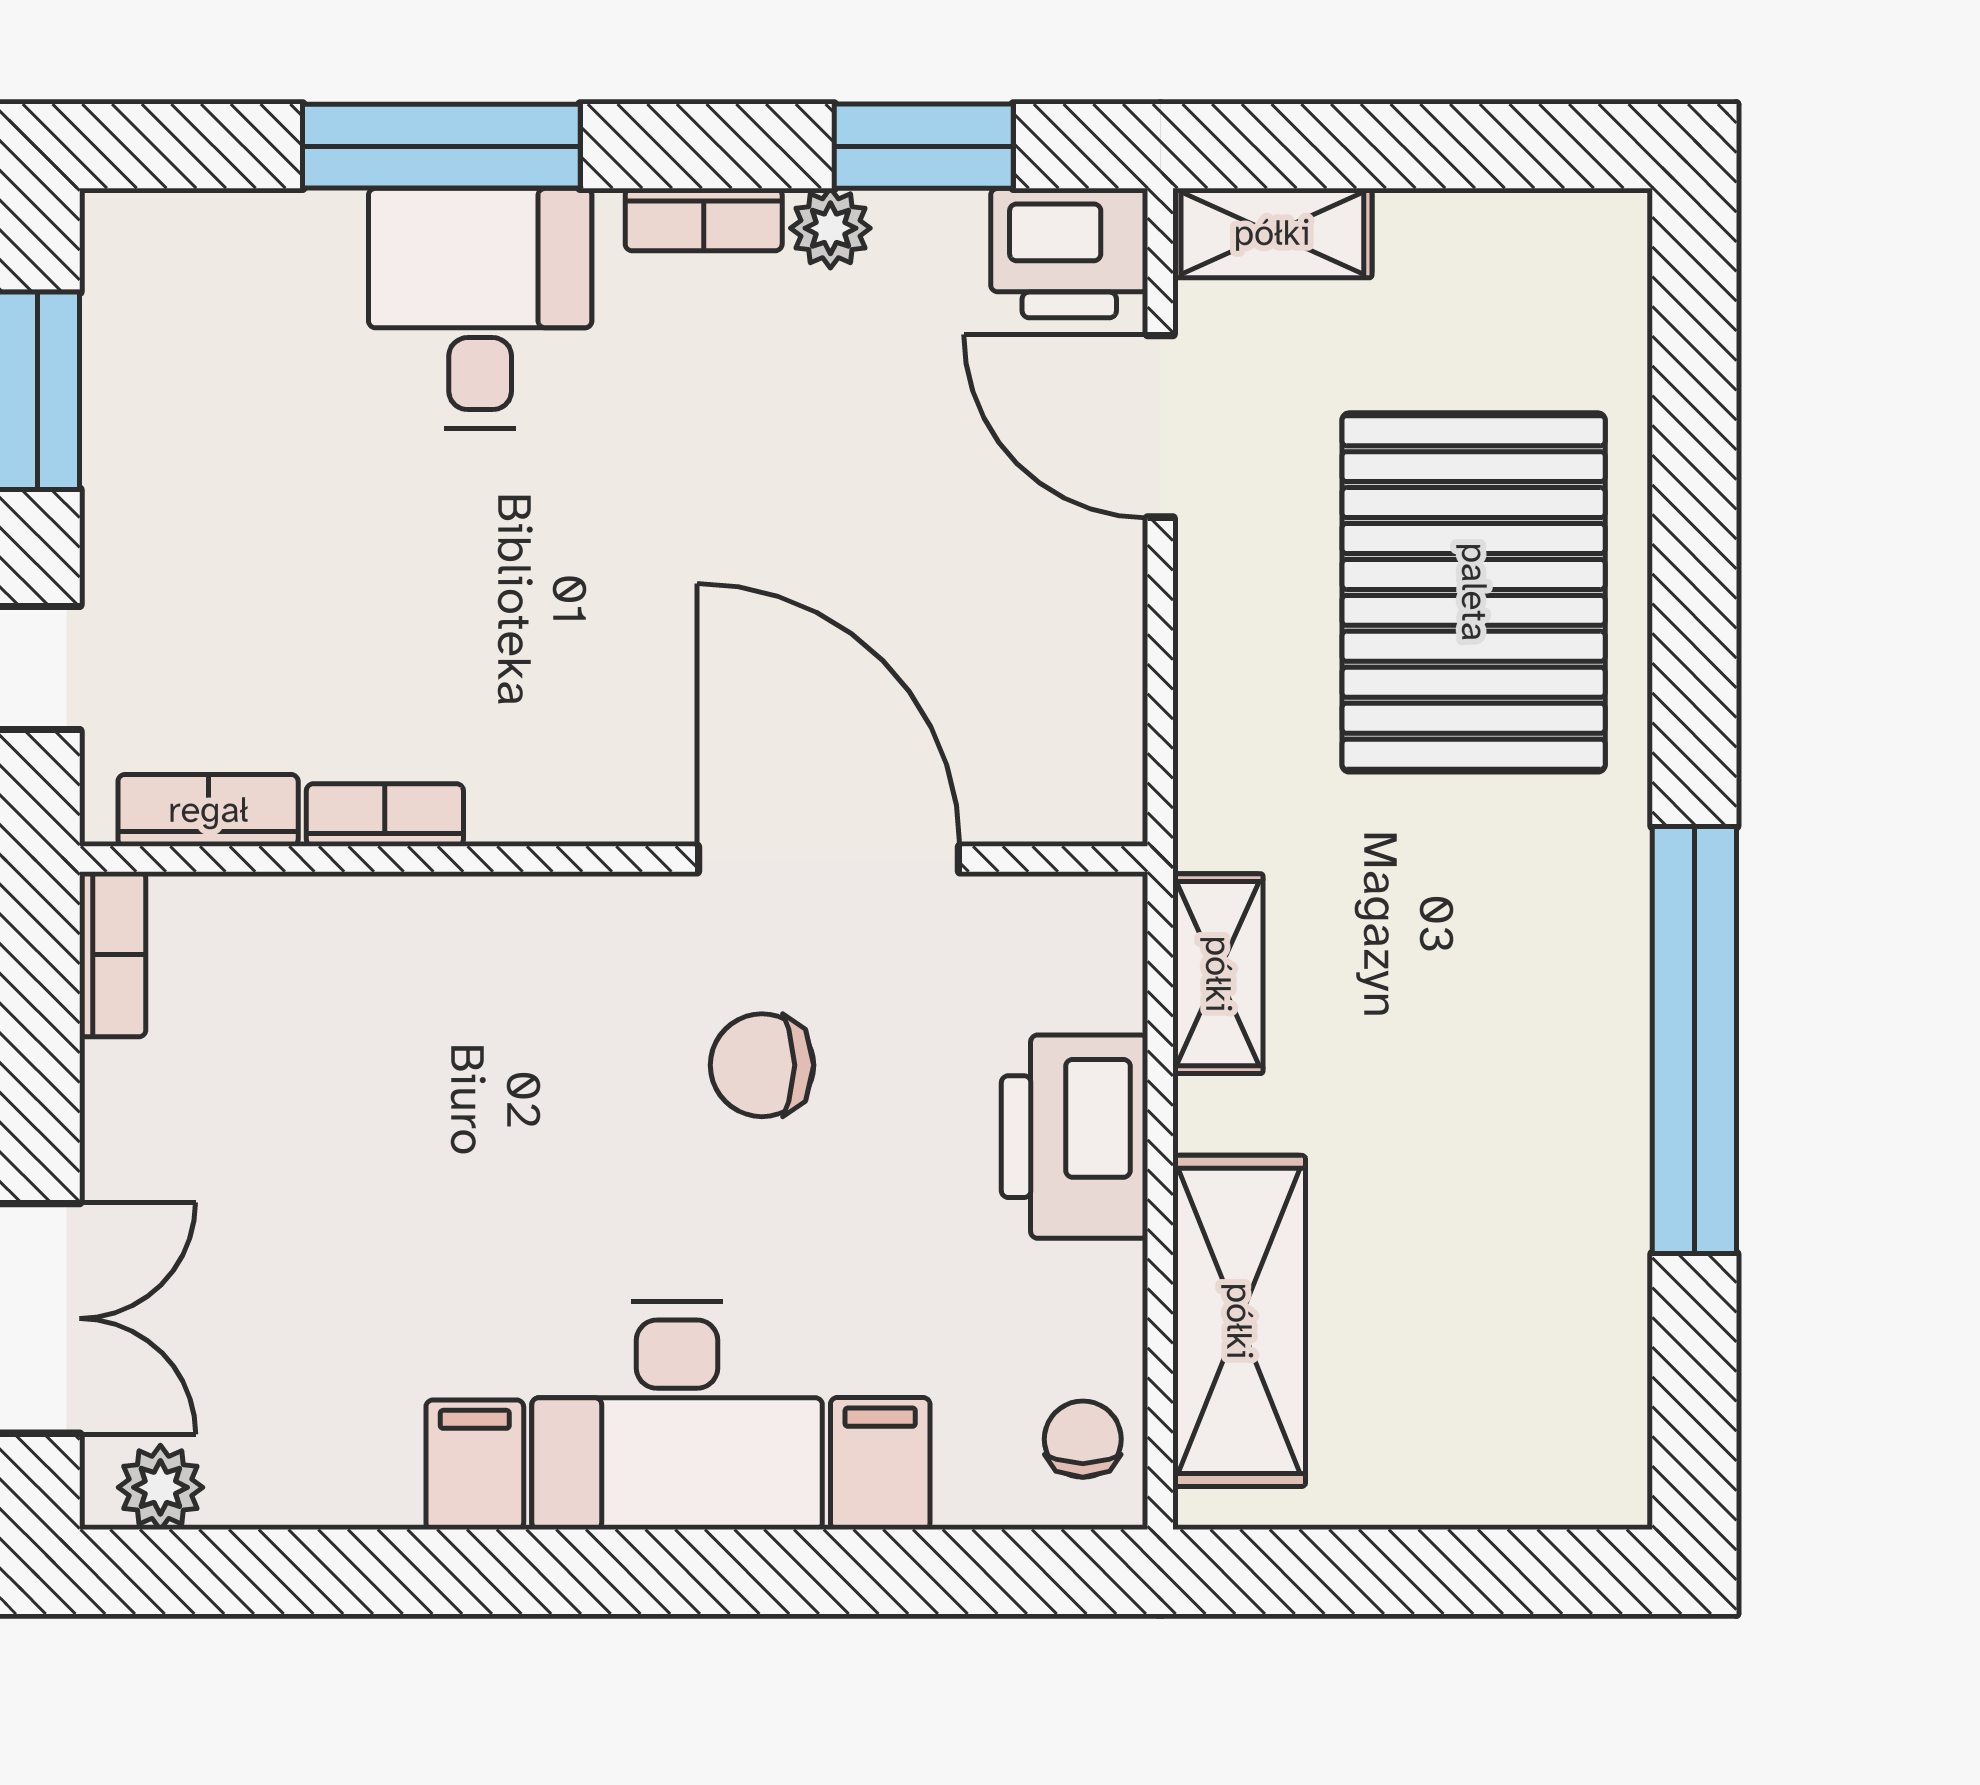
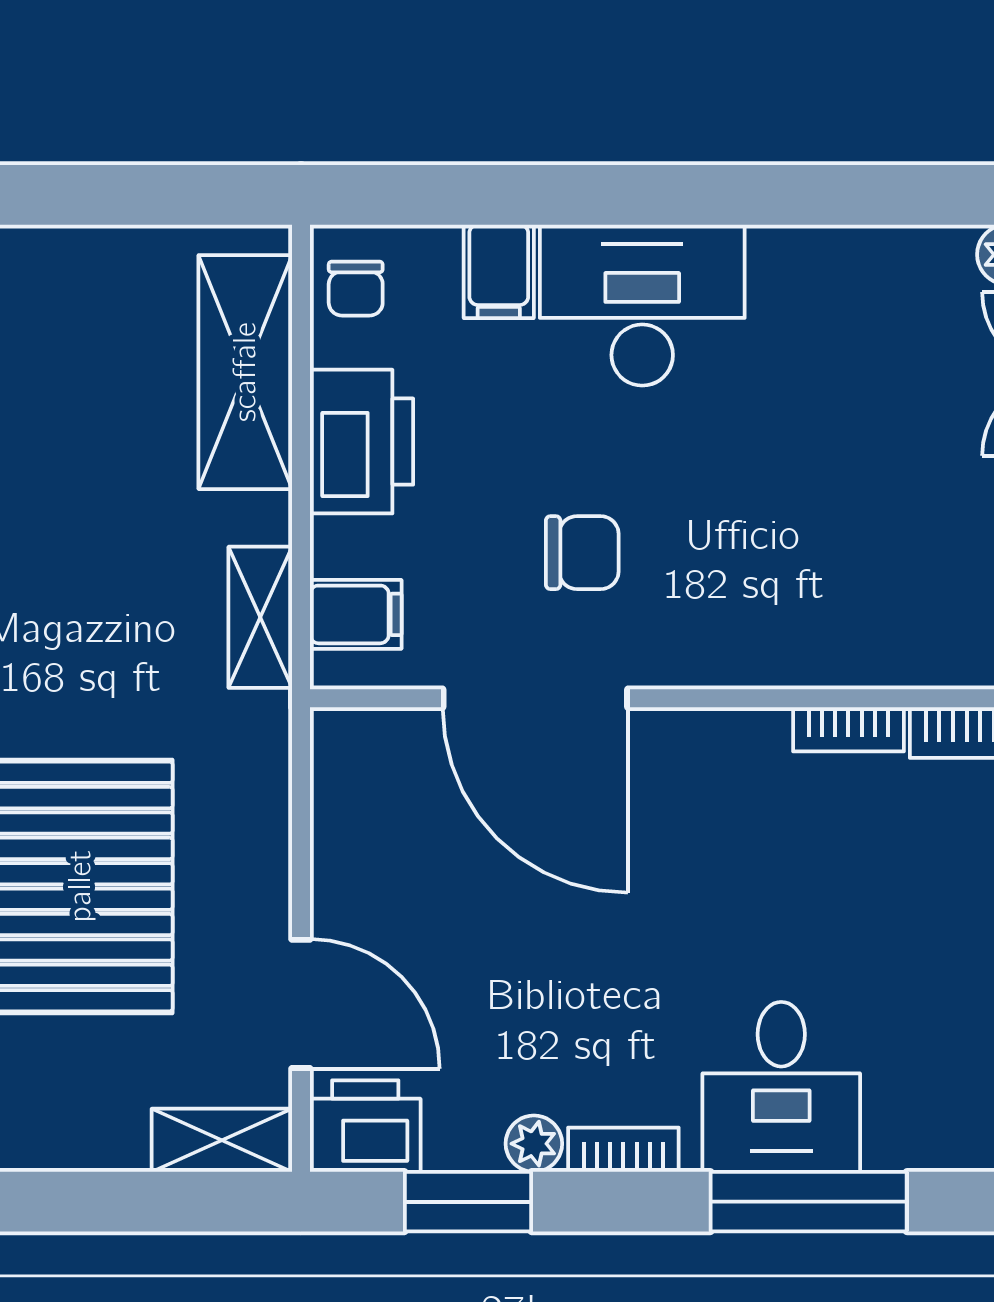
printer: (1075, 1137) -> (361, 442), moved
filing cabinet: (475, 1465) -> (356, 614), moved, turned -90

